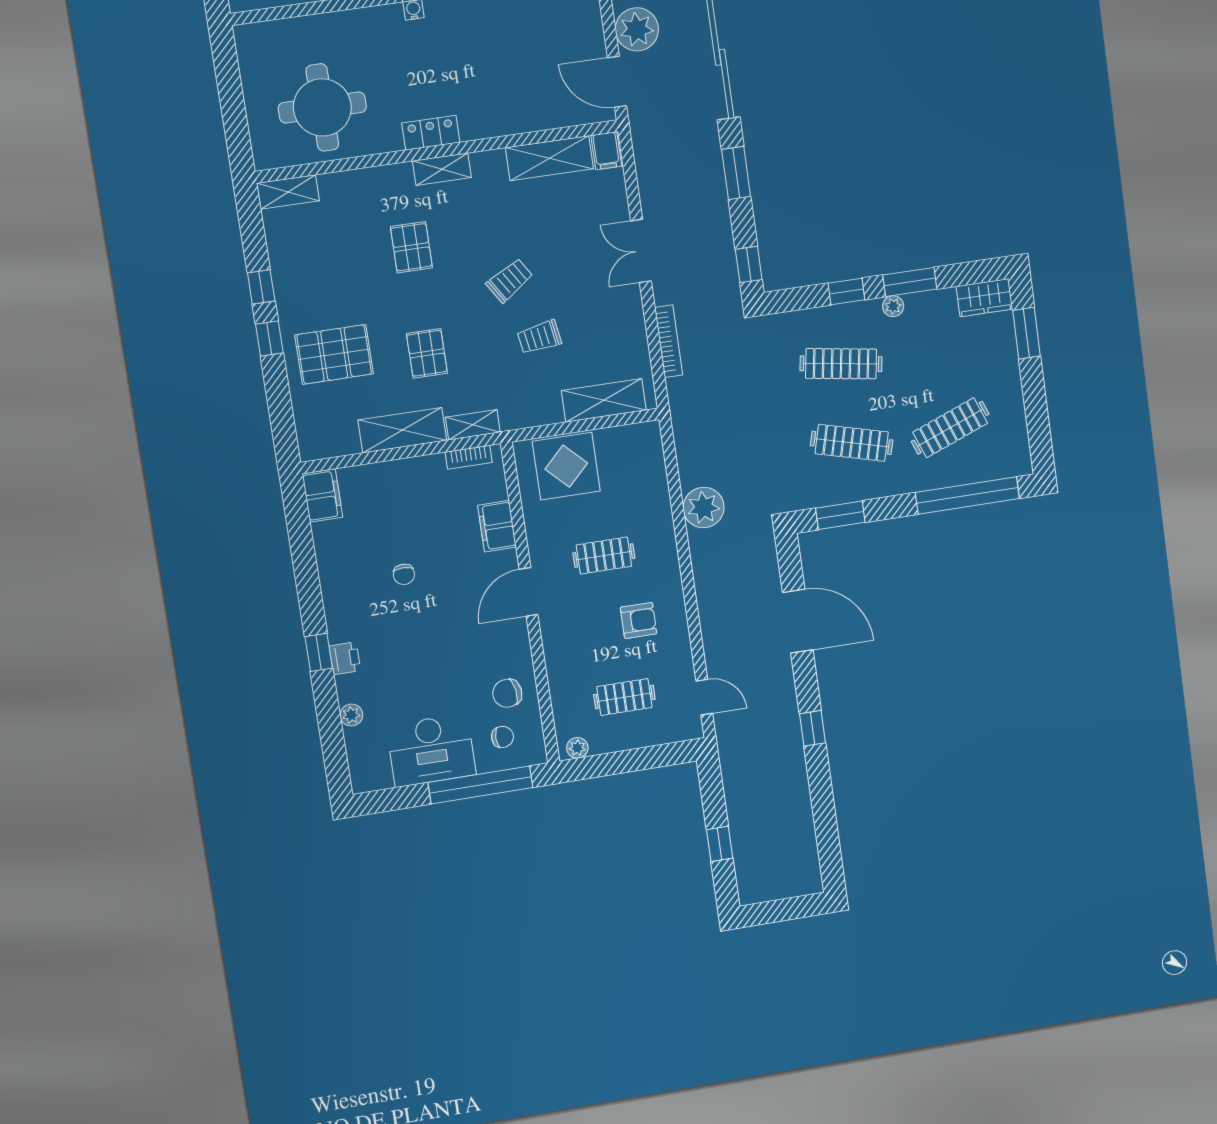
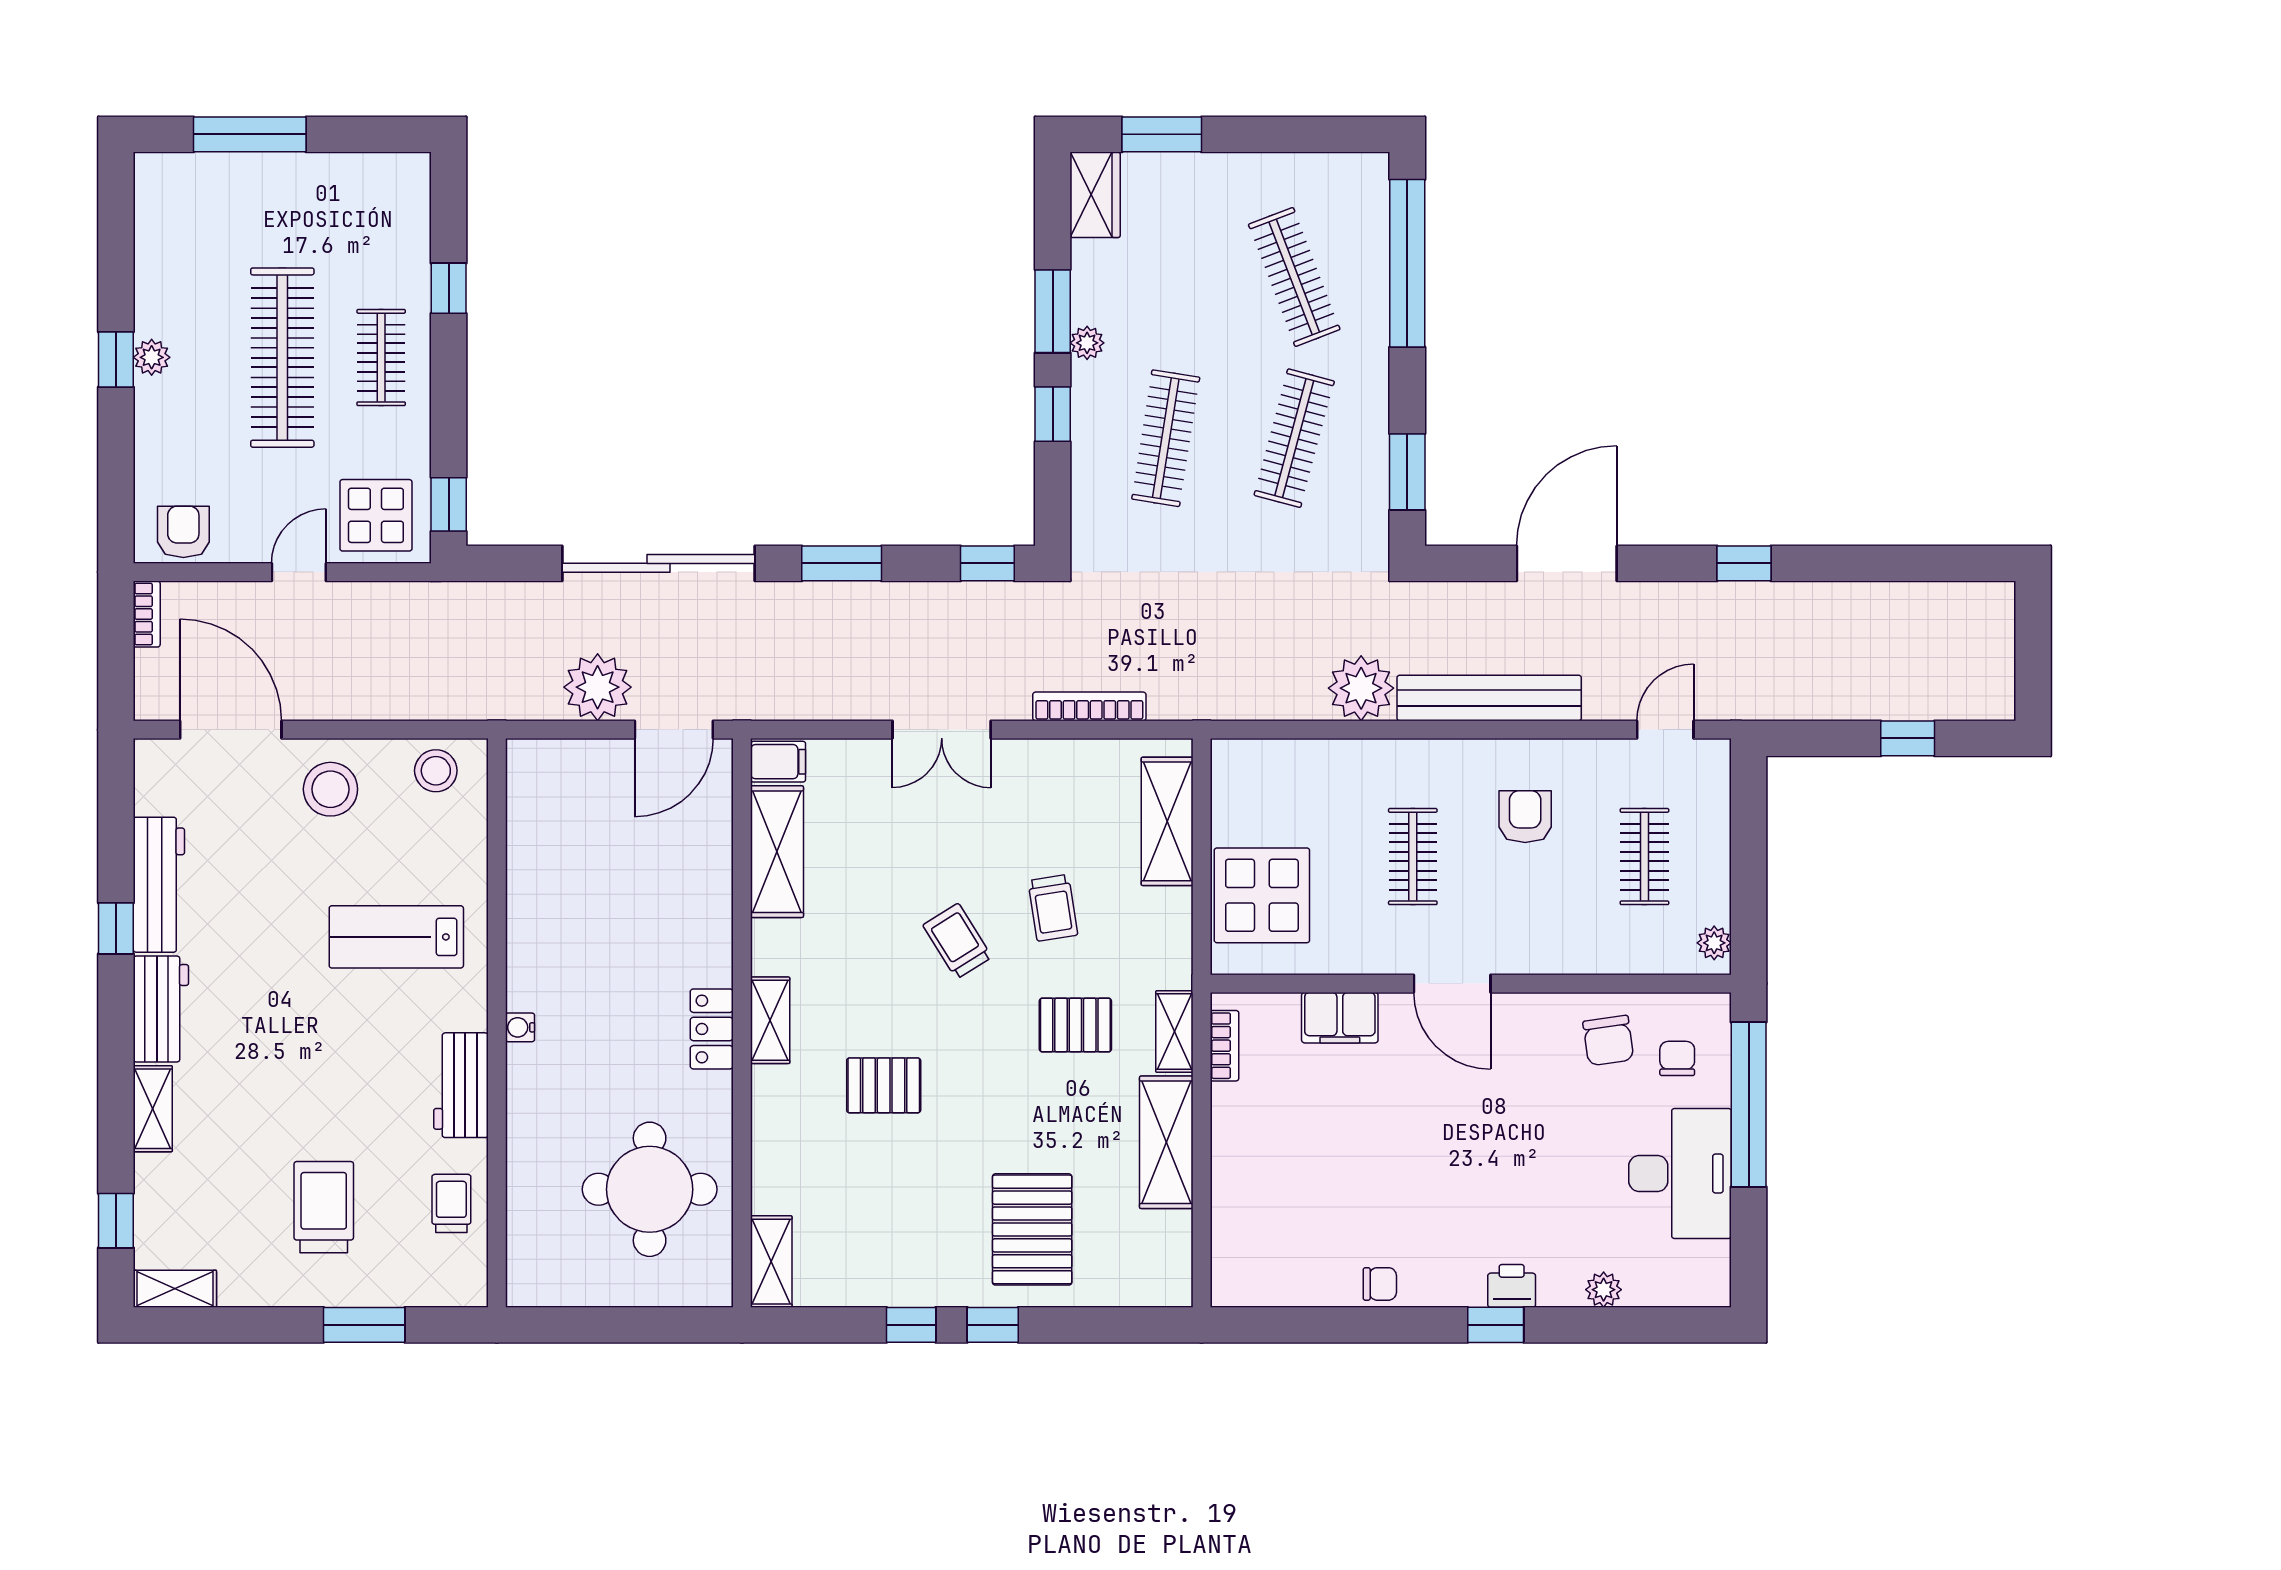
pallet: (427, 353) -> (1075, 1025), moved
filing cabinet: (322, 496) -> (1249, 1281), removed
chair: (404, 574) -> (1380, 1284), moved
bench: (709, 587) -> (1489, 698), added

